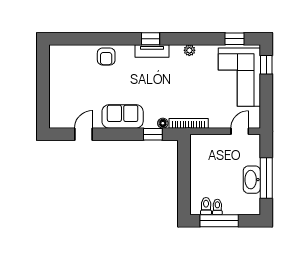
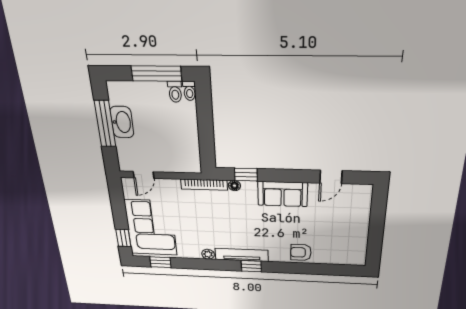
tv unit: (152, 51) -> (242, 255), width x1.41
armchair: (106, 57) -> (301, 252), turned -90
toilet: (217, 207) -> (189, 91), moved

